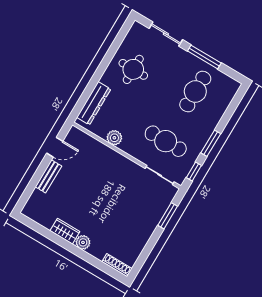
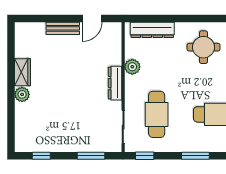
window: (211, 143) -> (195, 156), moved
door: (55, 147) -> (92, 18), hinge flipped
dresser: (119, 160) -> (115, 83), added
window: (143, 257) -> (41, 156), added
shoe rack: (117, 265) -> (20, 137), removed

